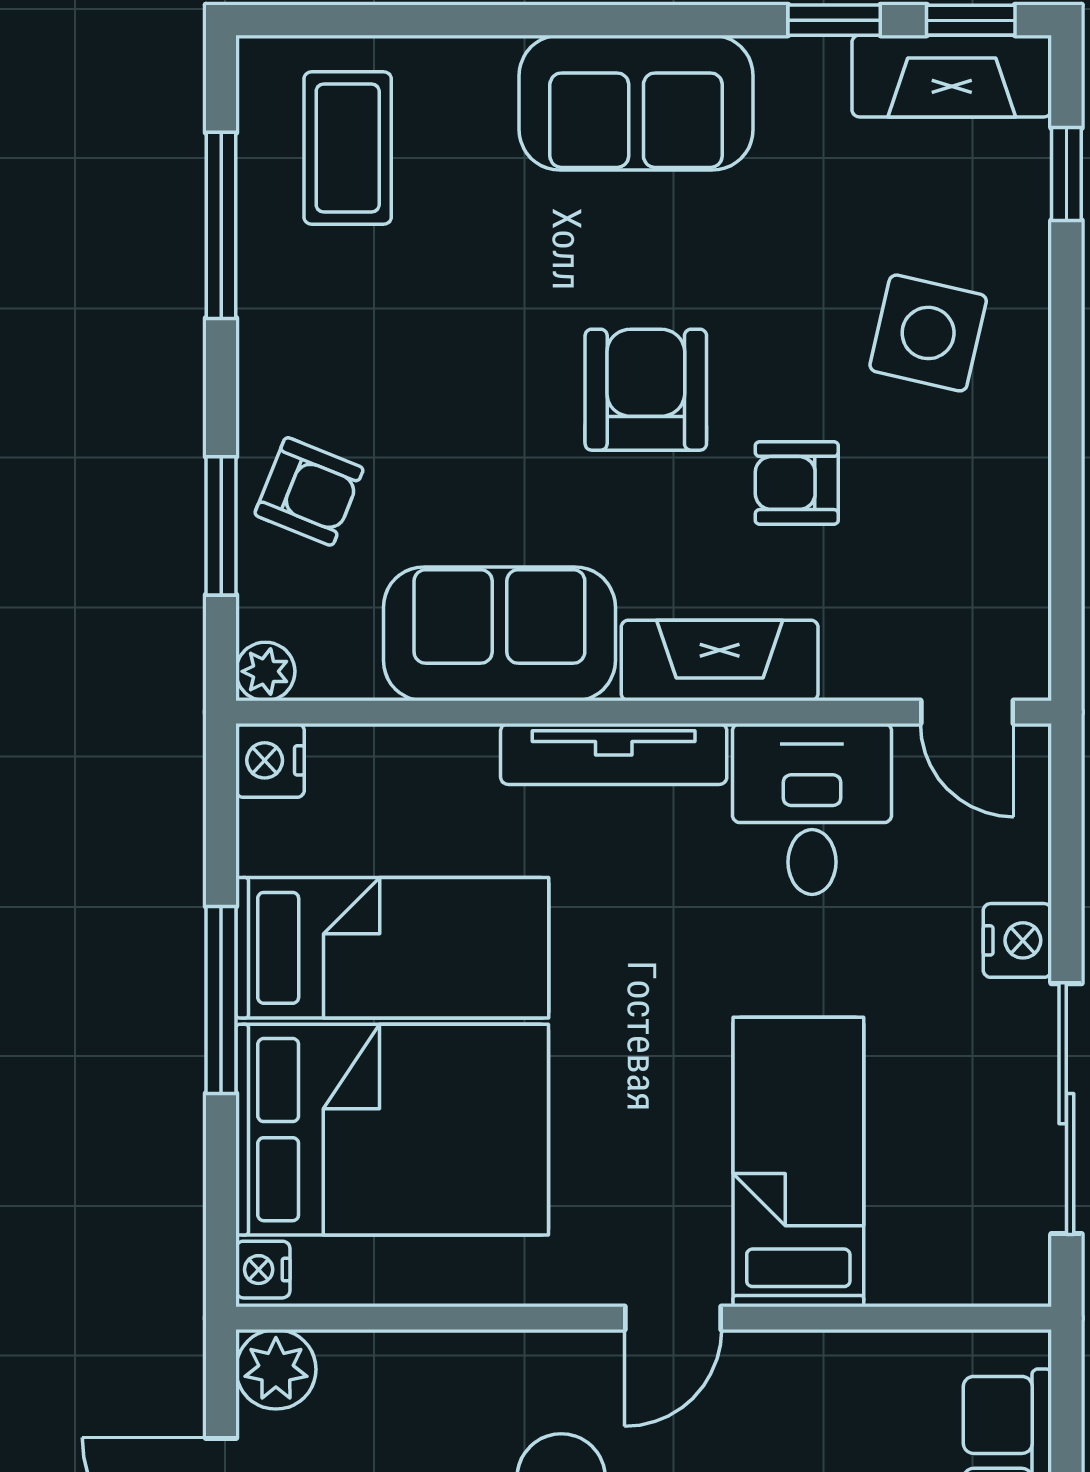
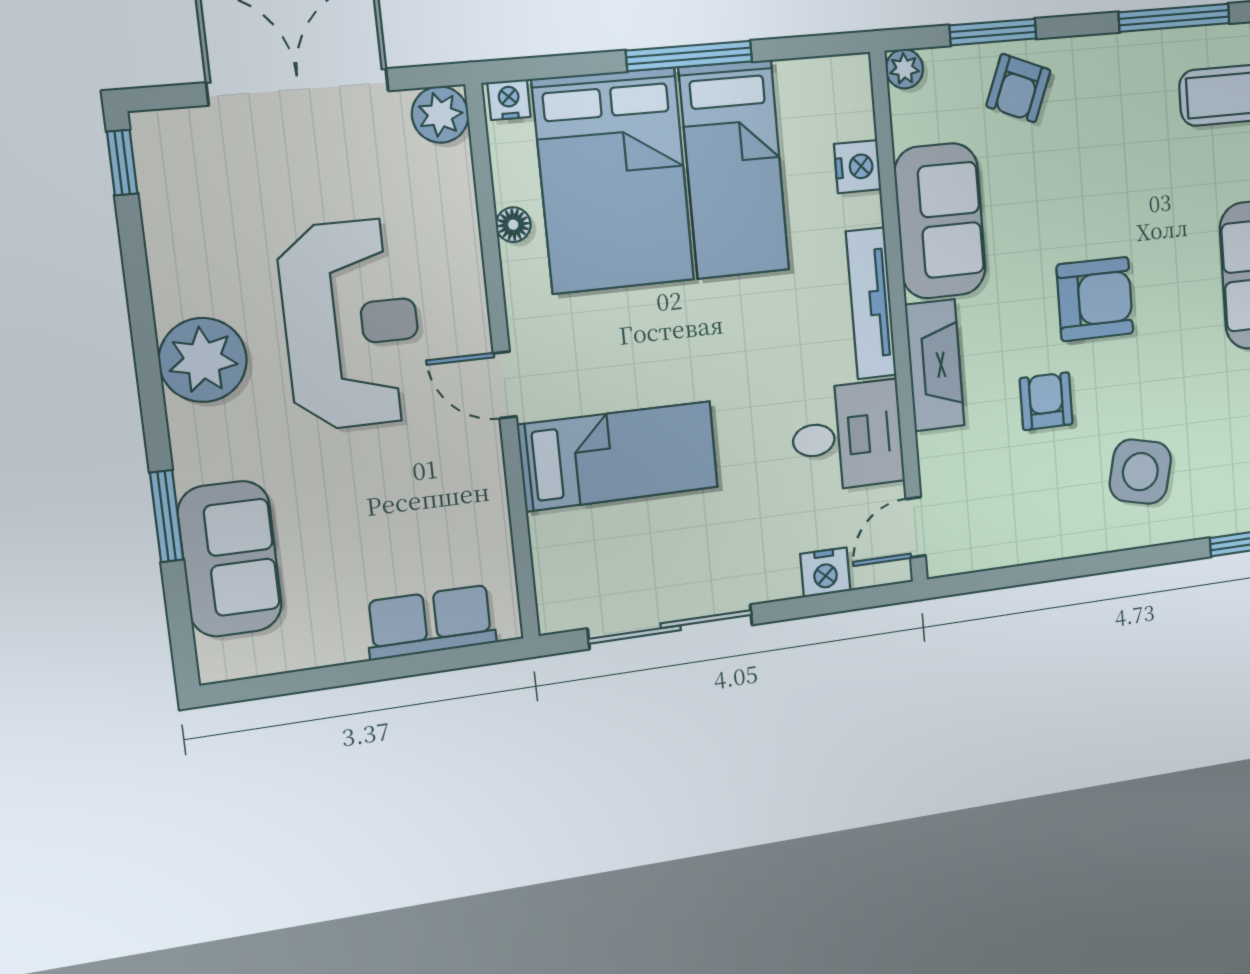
nightstand: (270, 760) -> (858, 167), moved, turned 90
nightstand: (1017, 940) -> (825, 572), moved
floor lamp: (442, 1282) -> (513, 225), added

